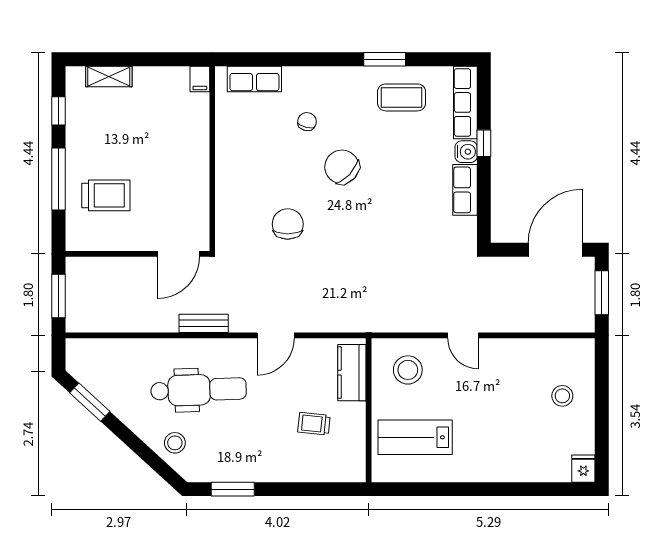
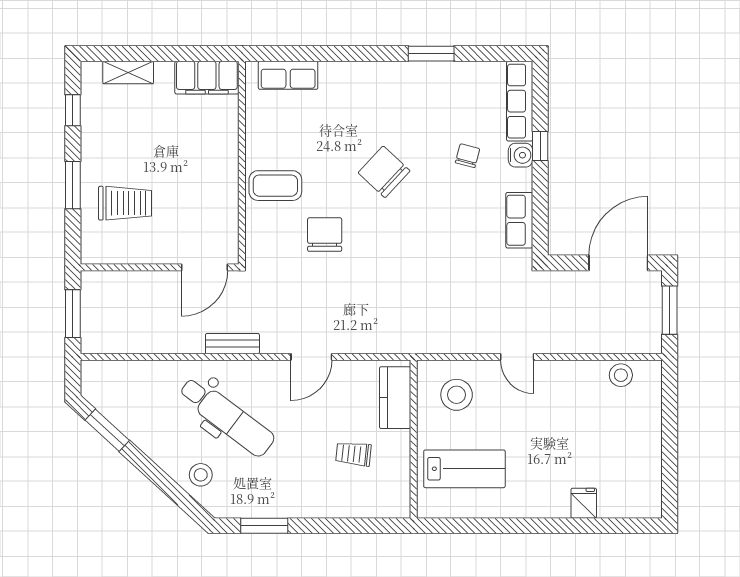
filing cabinet: (200, 79) -> (207, 78), width x3.00, depth x1.17
coffee table: (402, 97) -> (275, 186), moved
chair: (307, 122) -> (468, 156), moved
window: (59, 179) -> (73, 185), width x0.69
row of seats: (465, 190) -> (519, 220), moved
dental chair: (199, 390) -> (227, 417), turned 39
stool: (562, 396) -> (621, 375), moved
lab bench: (415, 437) -> (464, 469), turned 180
fridge: (583, 469) -> (584, 503), moved

